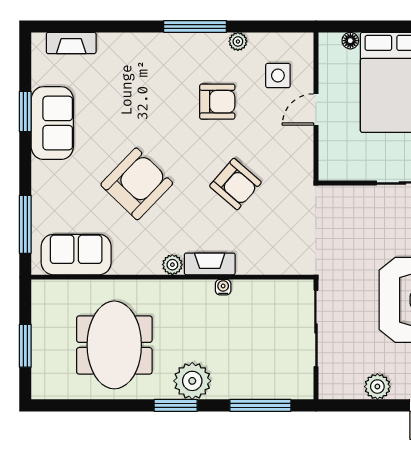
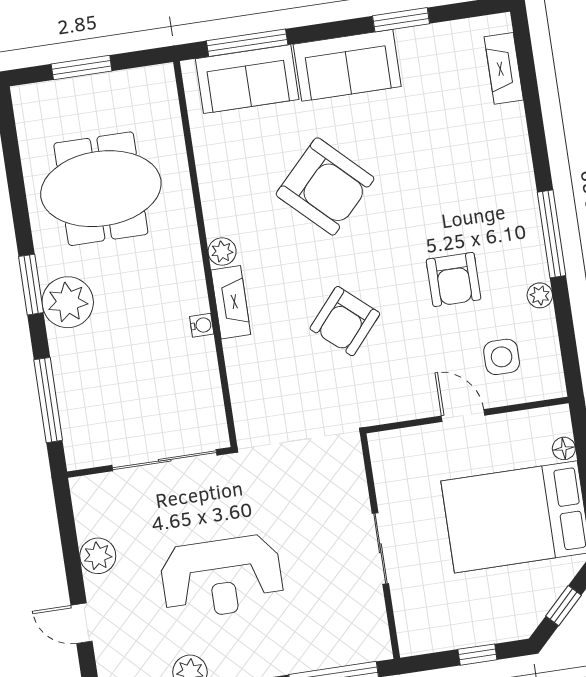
sofa: (52, 123) -> (347, 65), moved
sofa: (76, 255) -> (247, 79), moved, turned 90

